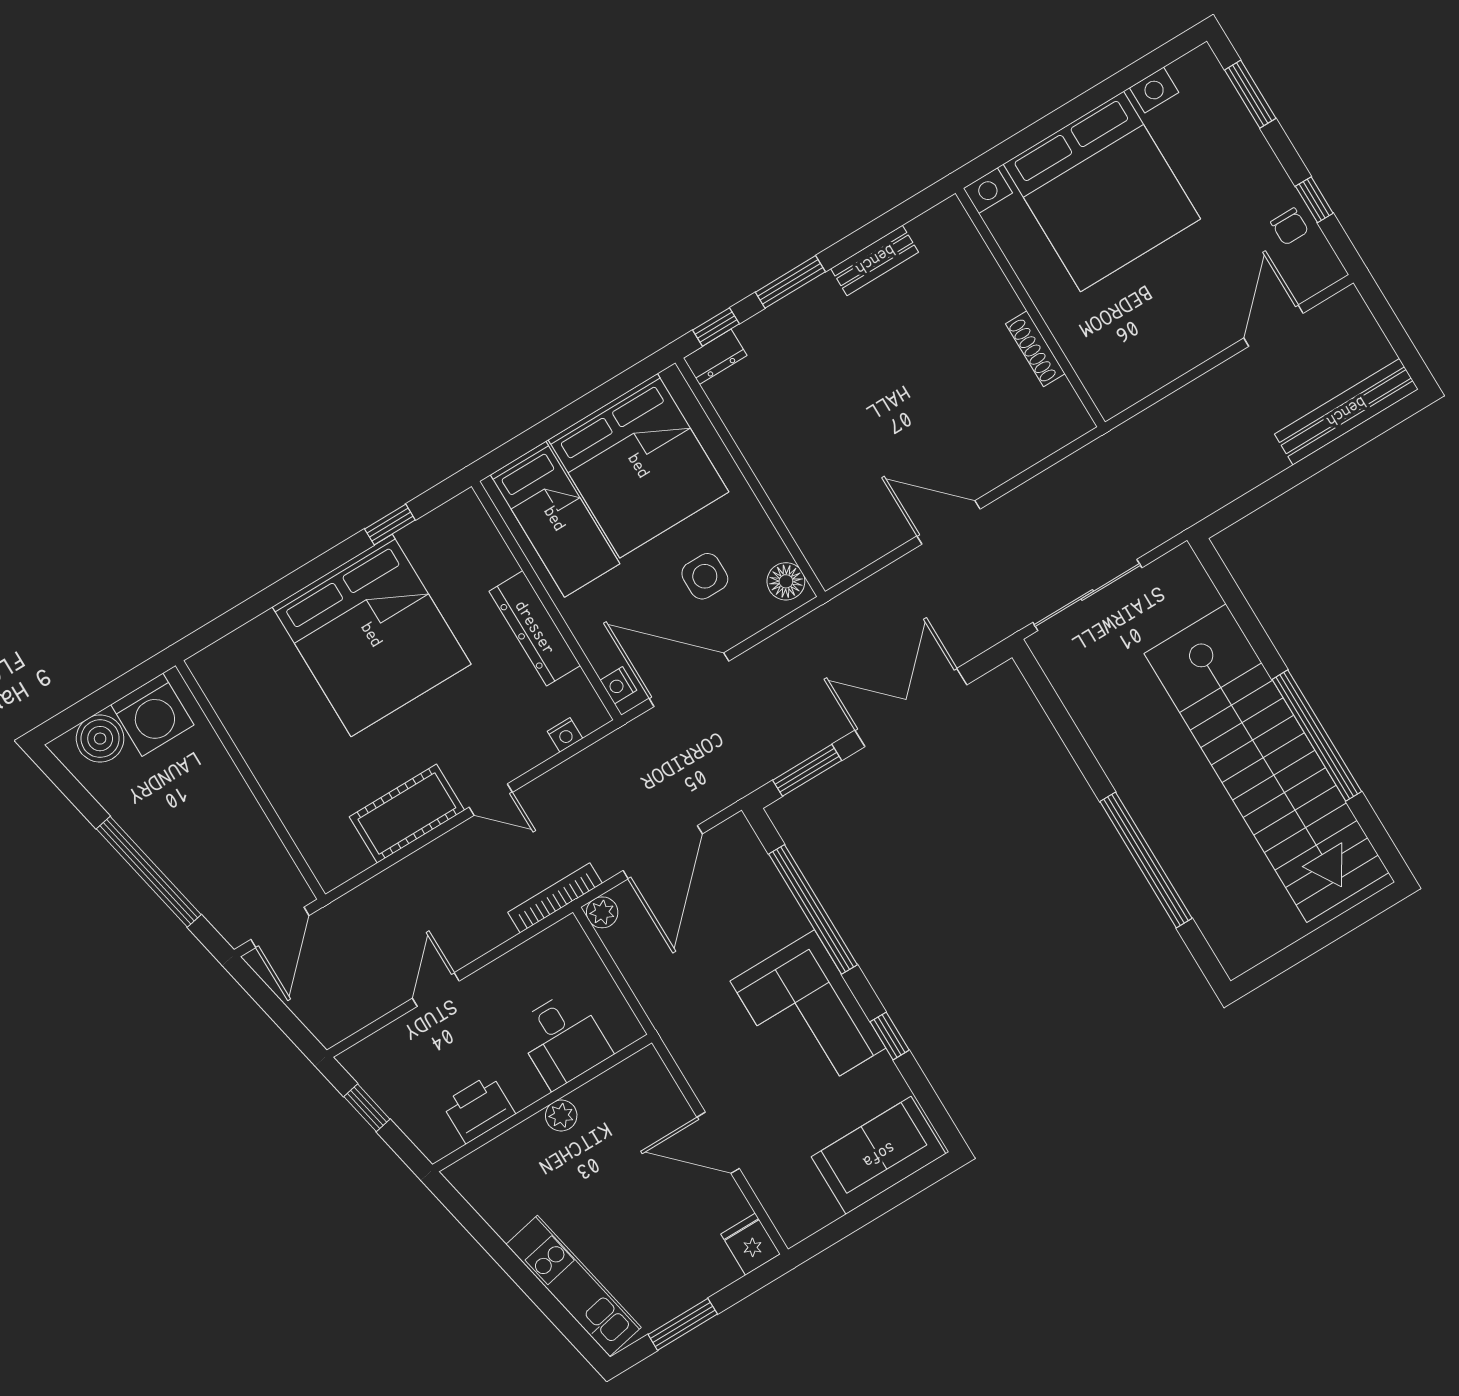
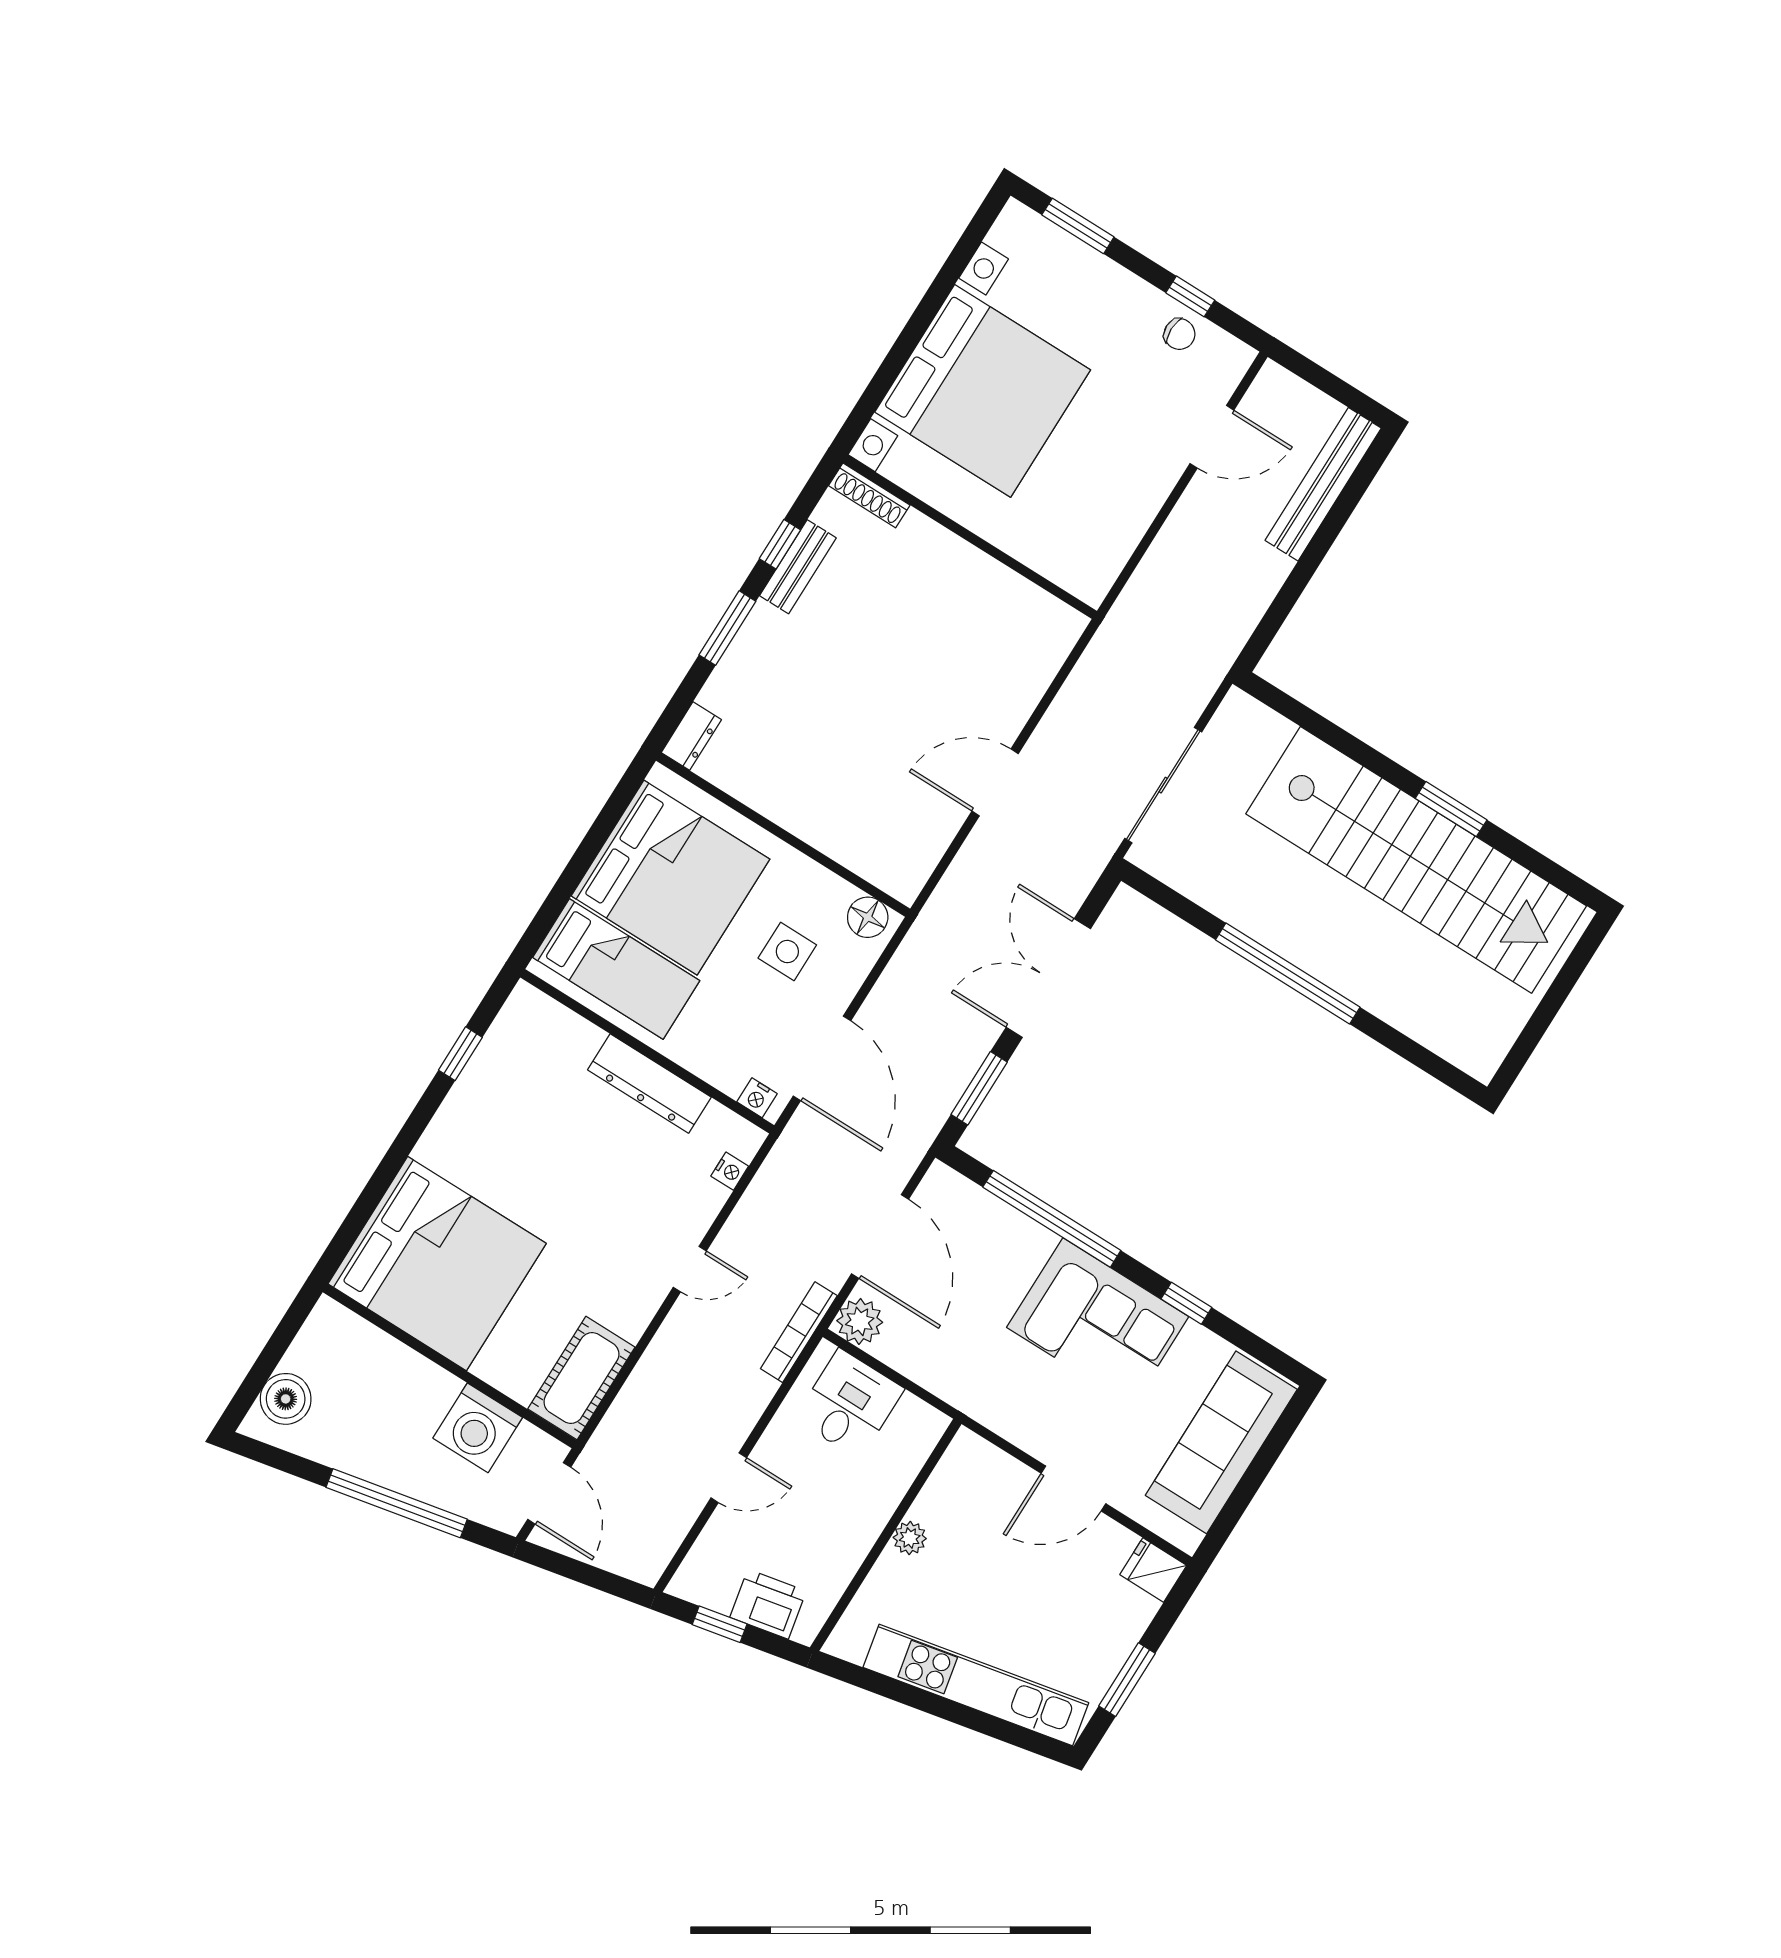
door: (1274, 326) -> (1212, 437), swing flipped
window: (716, 327) -> (780, 544), moved
shoe rack: (1035, 349) -> (869, 495), moved
bed: (372, 635) -> (437, 1264), moved
door: (689, 680) -> (822, 1058), swing flipped
washing machine: (152, 715) -> (478, 1428), moved, turned 90
window: (1317, 736) -> (1451, 809), width x0.47
cot: (407, 814) -> (581, 1378), moved
window: (1146, 860) -> (1288, 973), moved
plant: (602, 912) -> (860, 1321), width x1.38, depth x1.38
door: (436, 990) -> (729, 1478), swing flipped
desk: (563, 1040) -> (849, 1404), moved, turned -90
printer: (479, 1109) -> (768, 1604), moved, turned 78
sofa: (879, 1155) -> (1221, 1442), width x1.36
kitchen unit: (574, 1286) -> (976, 1685), width x1.36

